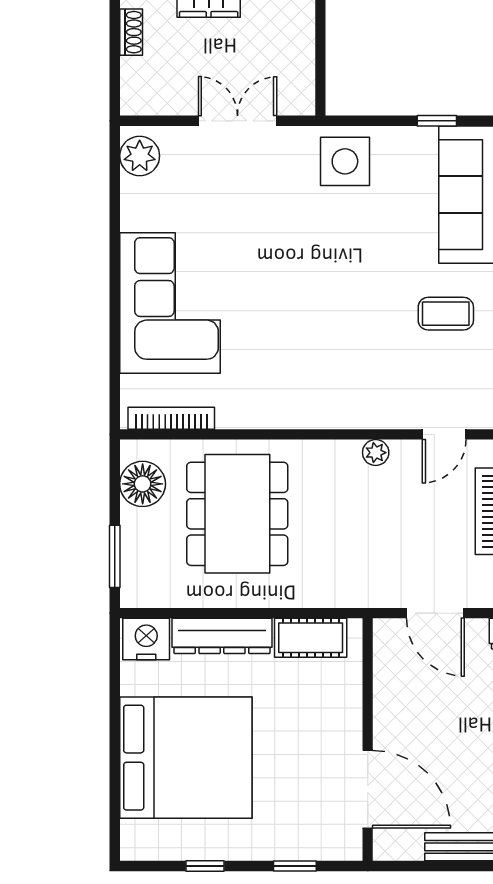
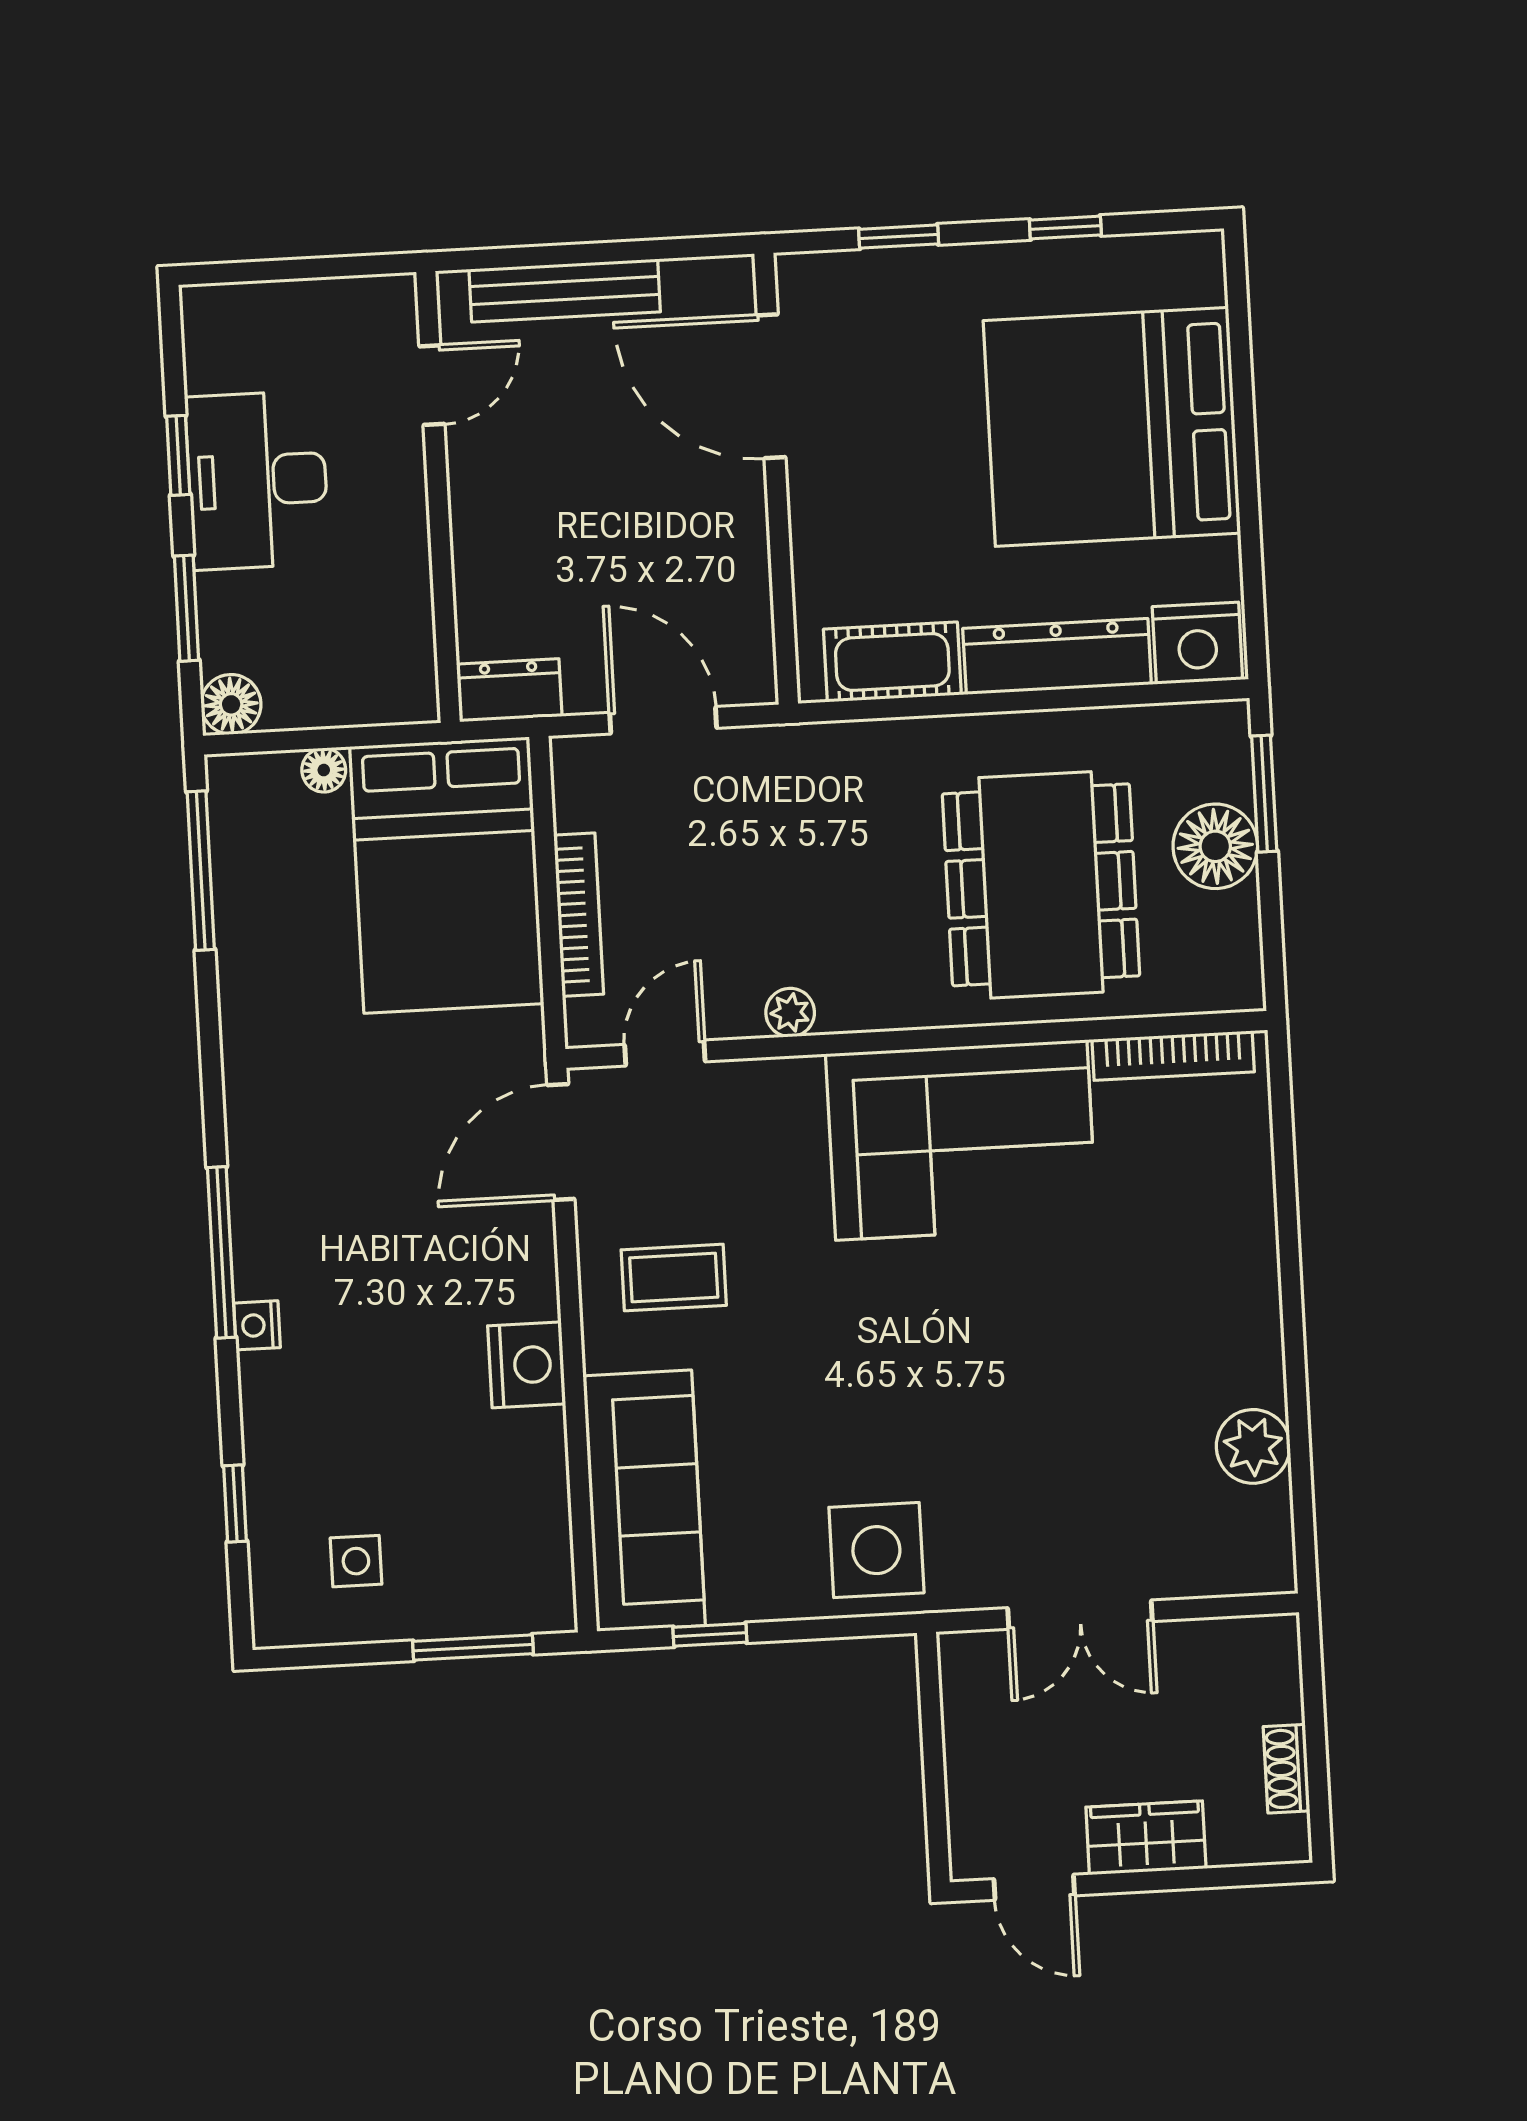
plant: (140, 156) -> (1253, 1446), moved
corner sofa: (170, 303) -> (961, 1140), moved, turned -90
floor lamp: (143, 484) -> (1215, 846), moved

